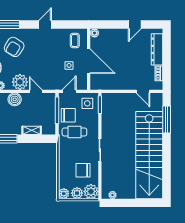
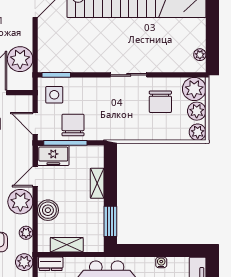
plant: (110, 82) -> (20, 59), added
freezer: (49, 103) -> (53, 155), added
cafe table: (74, 132) -> (100, 115), removed

